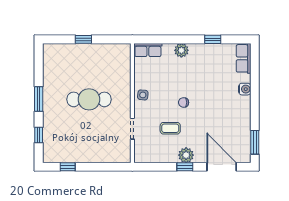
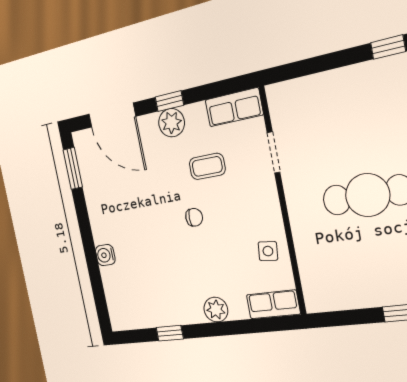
row of seats: (244, 58) -> (234, 107), moved, turned 90
side table: (143, 95) -> (268, 251), moved

